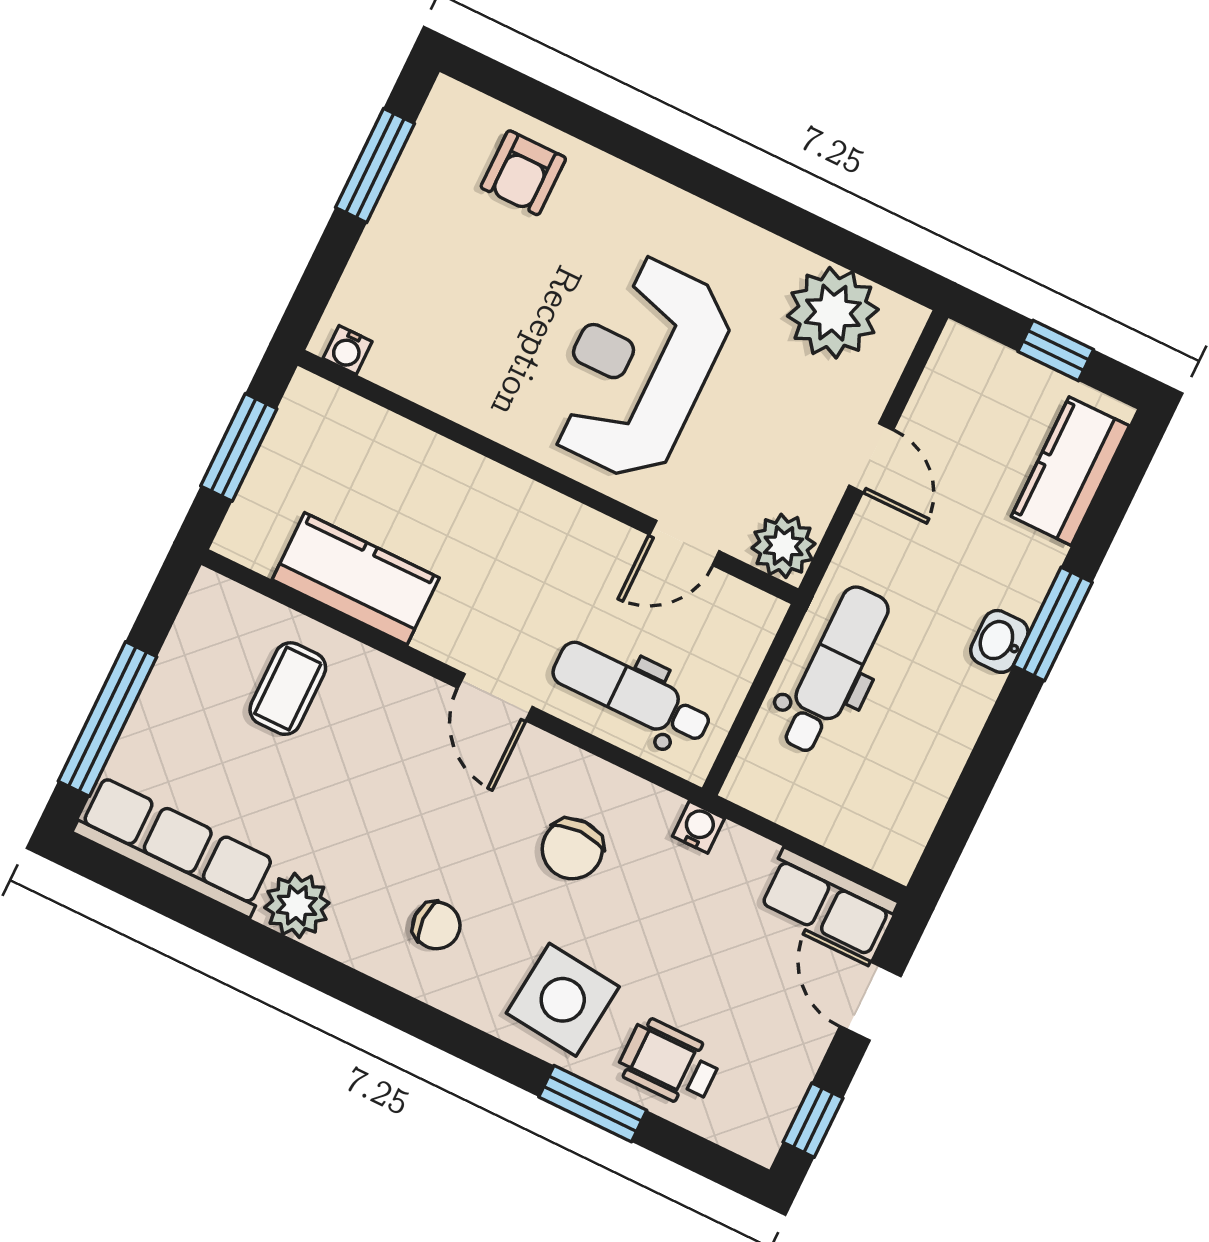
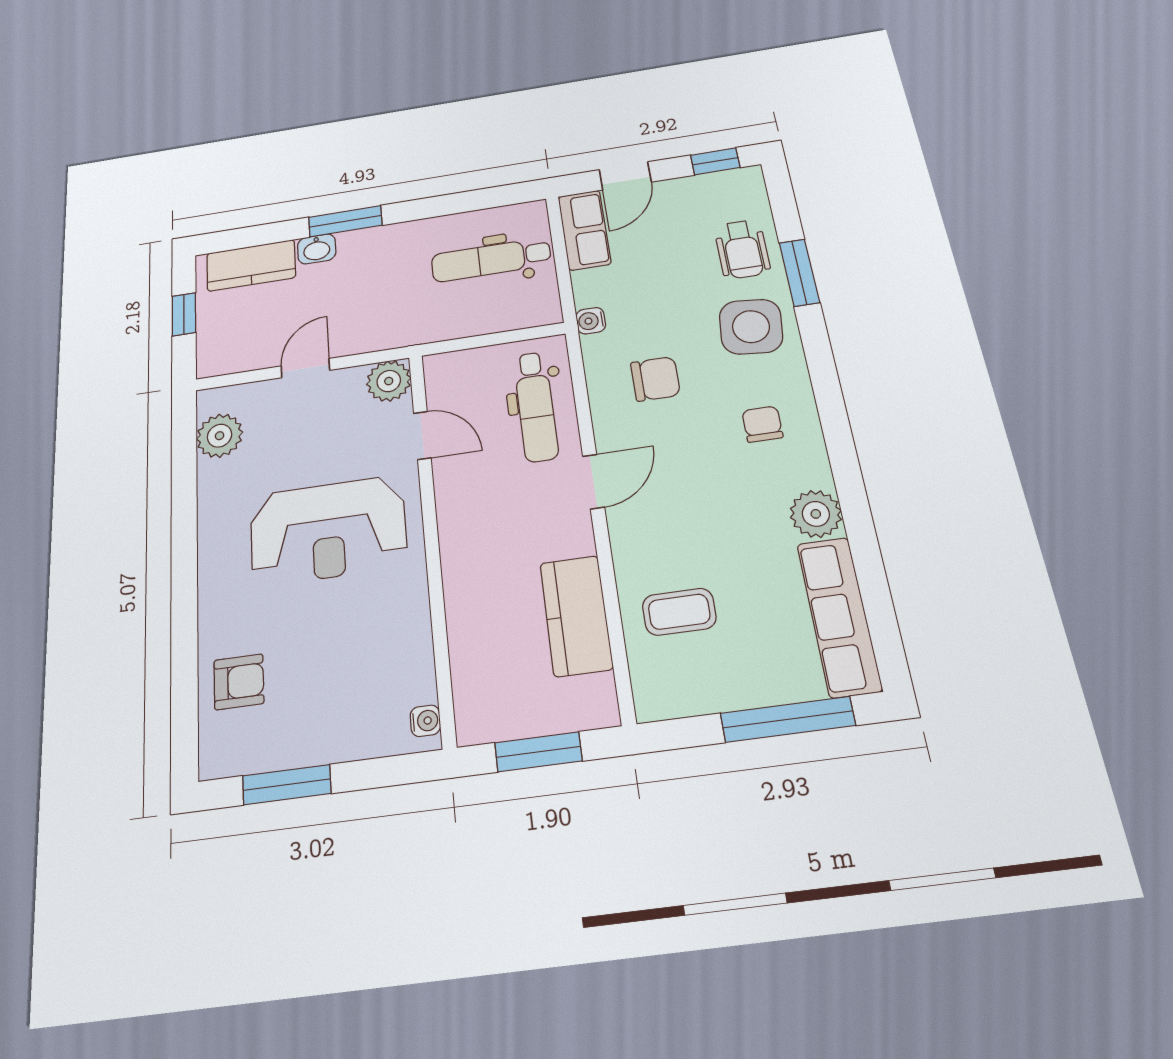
plant: (833, 313) -> (220, 436), width x0.73, depth x0.73
washbasin: (999, 641) -> (317, 249), moved
dental chair: (834, 670) -> (491, 260), moved

